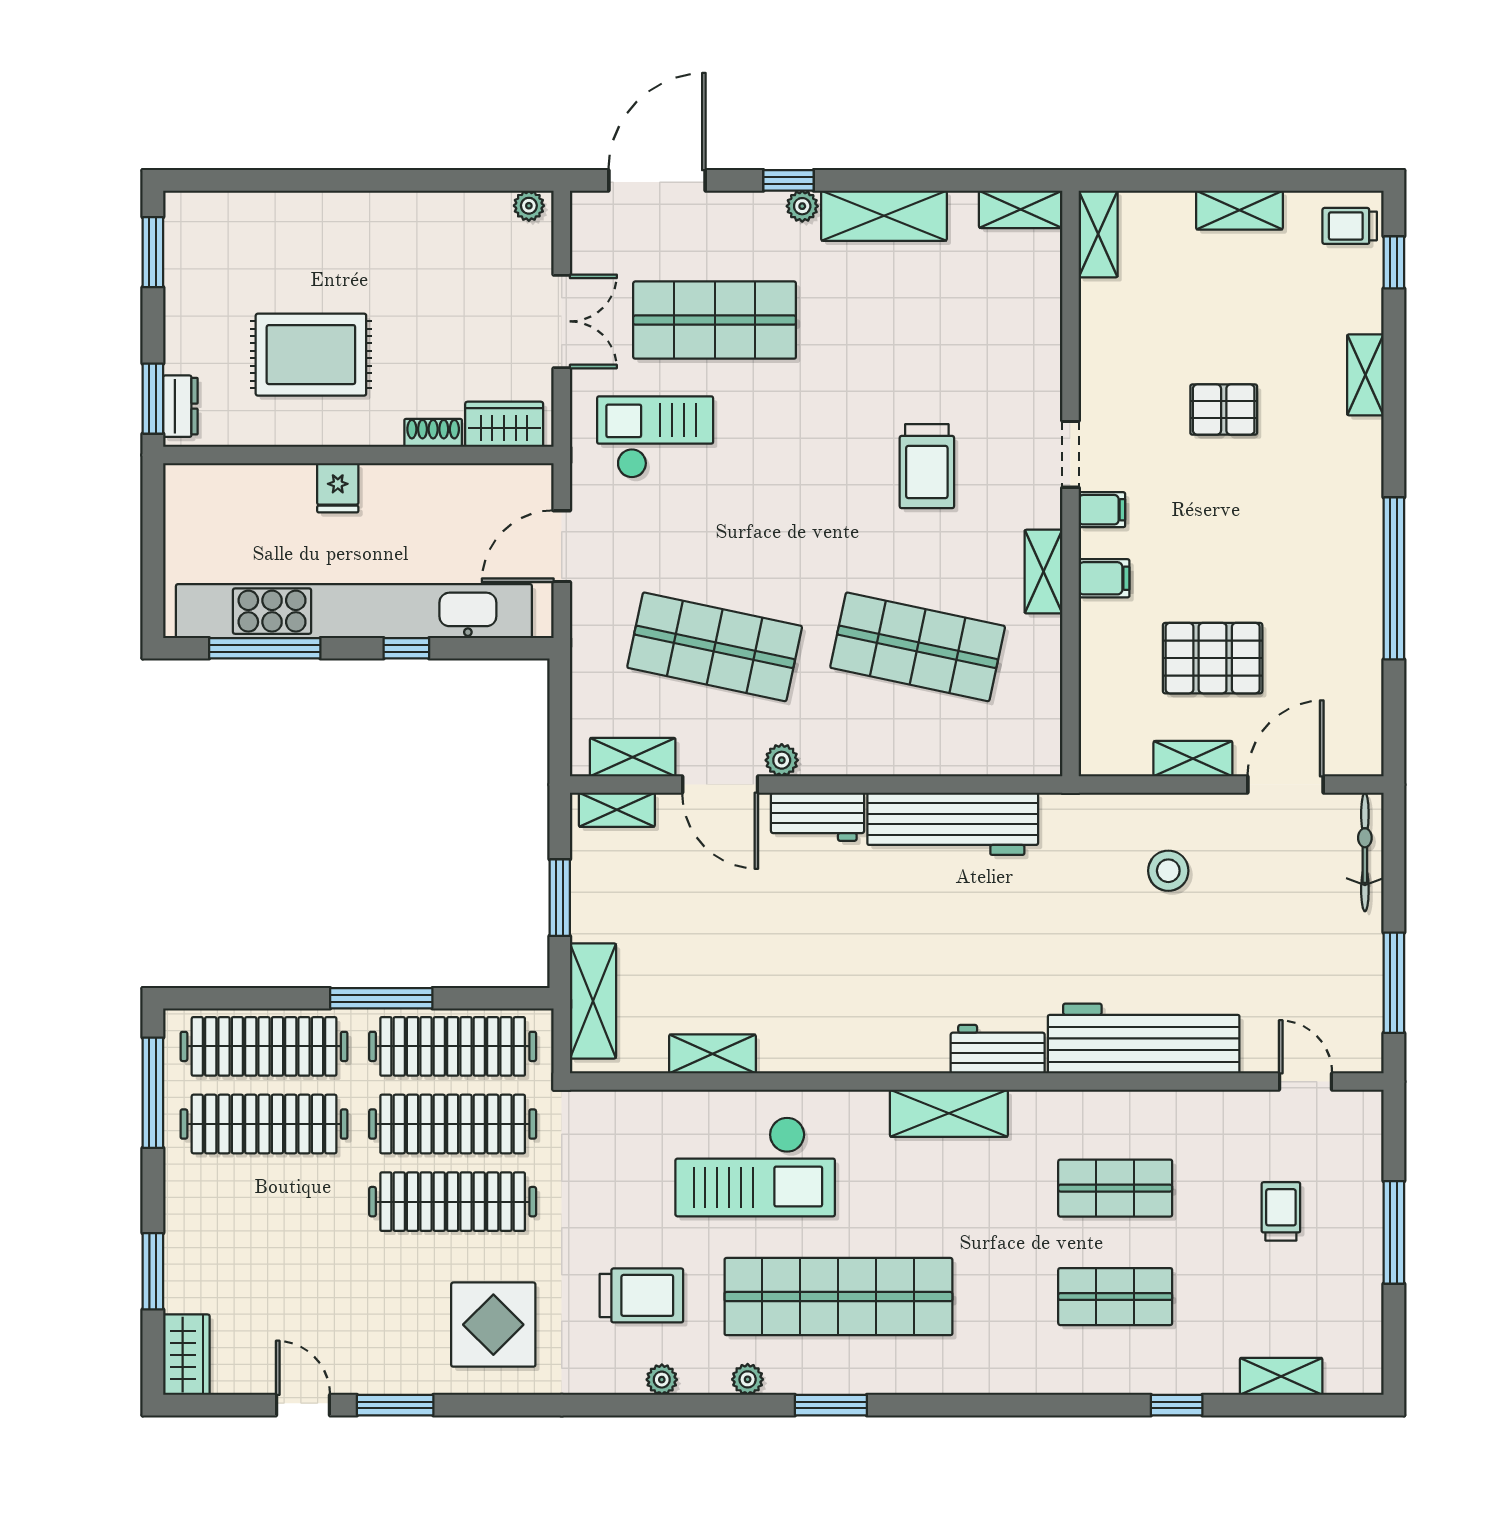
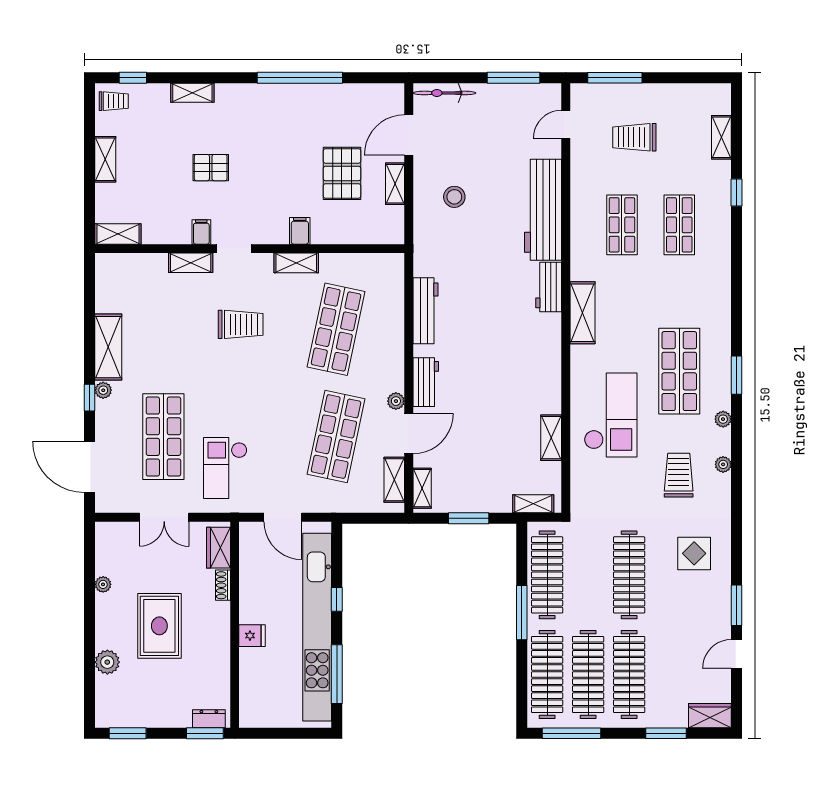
plant: (529, 206) -> (103, 584), moved
shelving: (1021, 209) -> (191, 263), moved, turned 90
plant: (288, 214) -> (107, 662), added
trolley: (1350, 226) -> (114, 101), turned -90
double door: (562, 321) -> (164, 517), swing flipped
rug: (311, 355) -> (159, 626), moved
pallet: (1224, 410) -> (211, 168), turned 90
filing cabinet: (1102, 510) -> (201, 232), moved
door: (1285, 785) -> (409, 135), hinge flipped
workbench: (953, 824) -> (426, 311), width x0.73, depth x0.76
shelving: (593, 1001) -> (533, 504), width x0.67, depth x0.75
clothes rail: (453, 1124) -> (629, 675), moved
trolley: (1281, 1211) -> (634, 137), width x1.36, depth x1.39
window: (1394, 1232) -> (615, 78), moved
shop shelf: (838, 1297) -> (679, 371), width x0.71
display table: (493, 1325) -> (694, 553), width x0.73, depth x0.73

